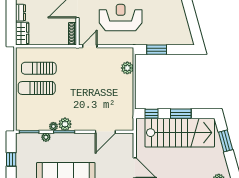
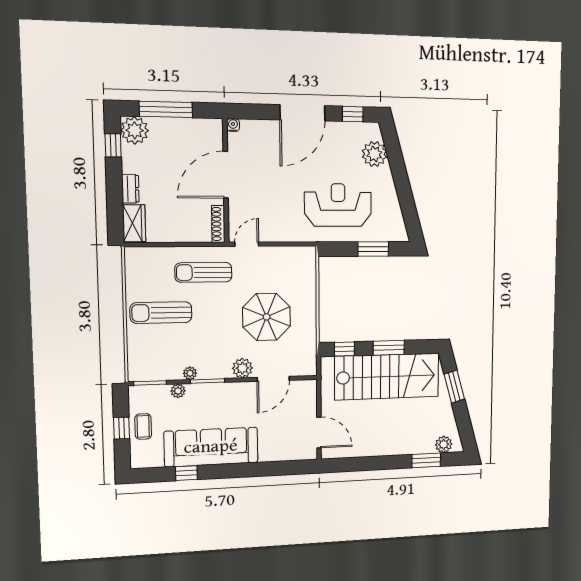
reception desk: (121, 18) -> (338, 205), moved
window: (157, 50) -> (373, 249), moved
sun lounger: (39, 68) -> (203, 272), moved
plant: (127, 68) -> (307, 278), removed
parasol: (102, 92) -> (267, 317), added
plant: (65, 124) -> (242, 368), moved
coffee table: (24, 159) -> (143, 426), added

